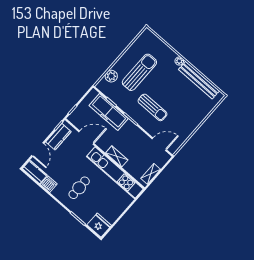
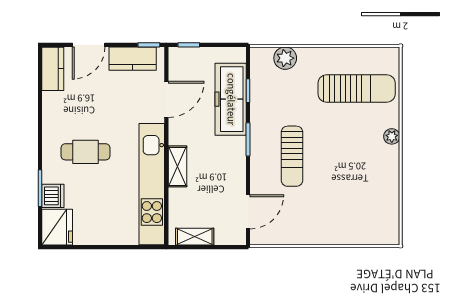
sun lounger: (139, 72) -> (357, 88), moved
bench: (199, 80) -> (389, 189), removed
door: (86, 138) -> (166, 99), hinge flipped
door: (159, 144) -> (248, 212), hinge flipped
dishwasher: (49, 184) -> (53, 196), moved

